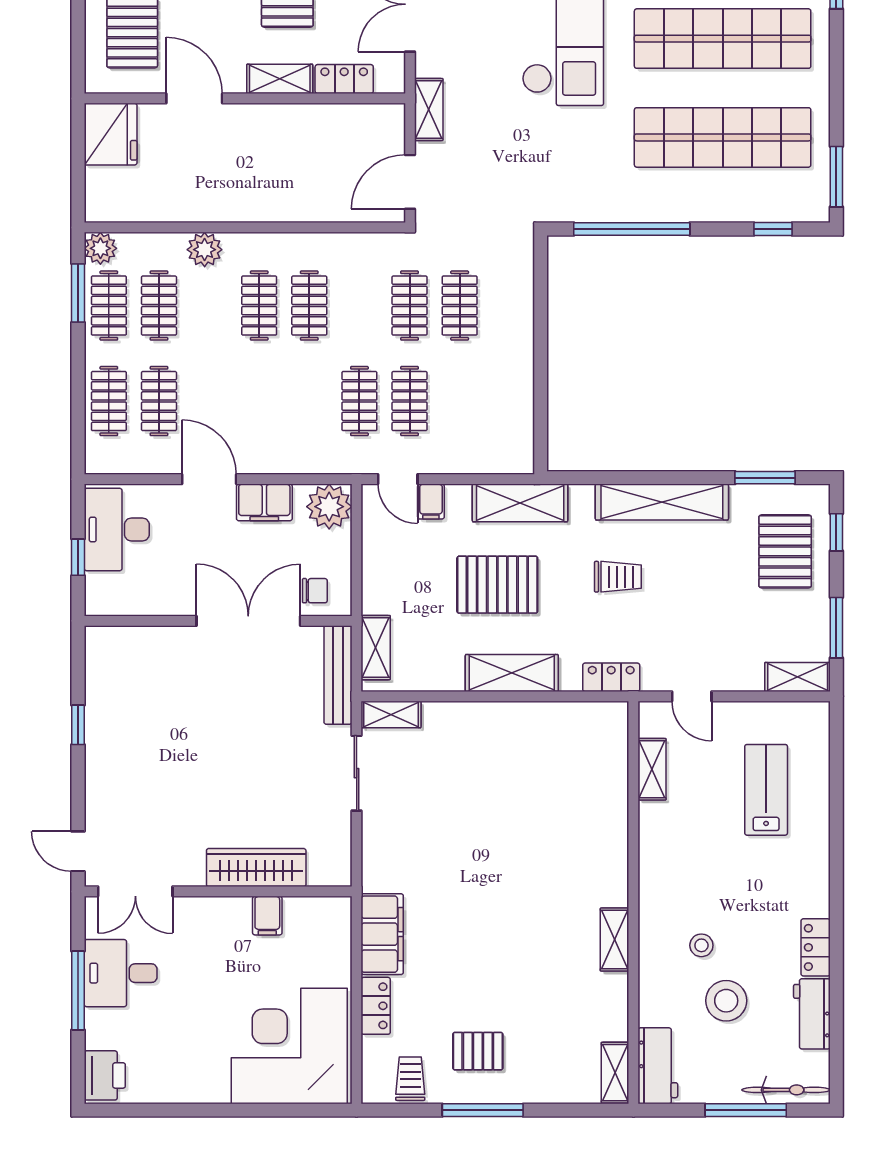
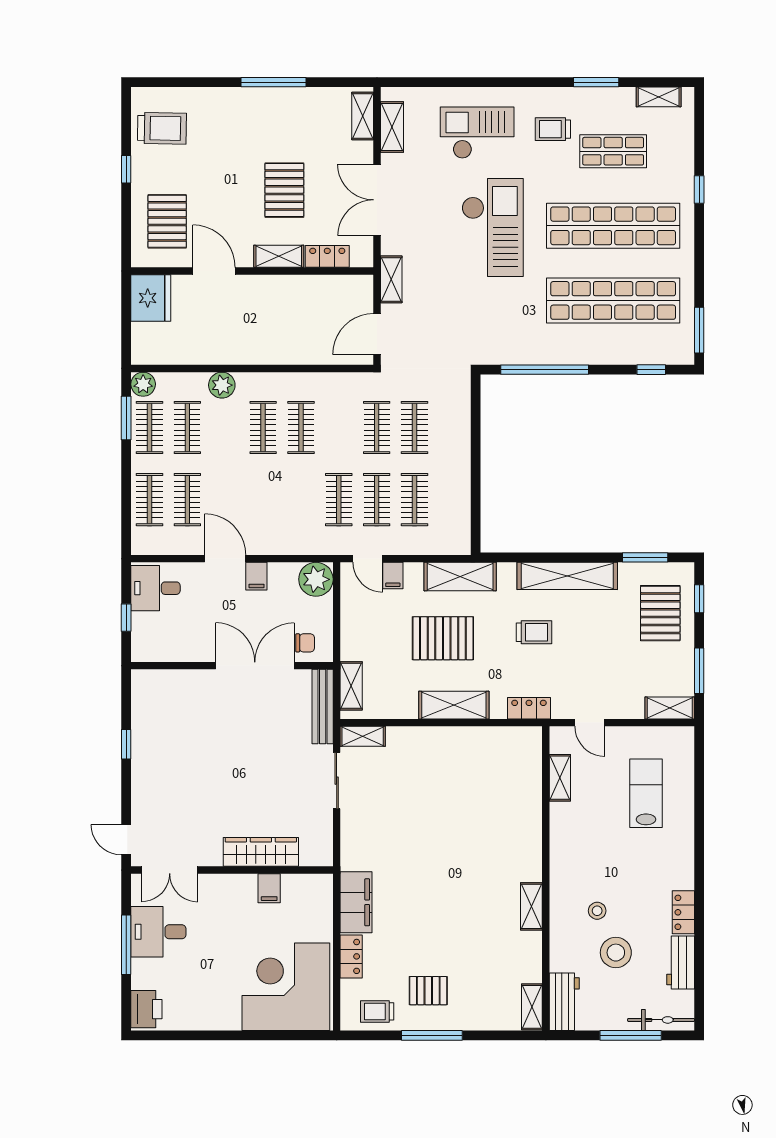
clothes rail: (460, 401) -> (415, 500), added
filing cabinet: (264, 502) -> (256, 576), width x0.50
desk: (117, 530) -> (156, 588), width x0.73
trolley: (410, 1079) -> (377, 1011), turned -90

